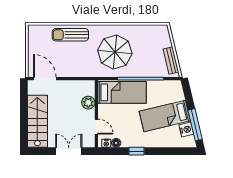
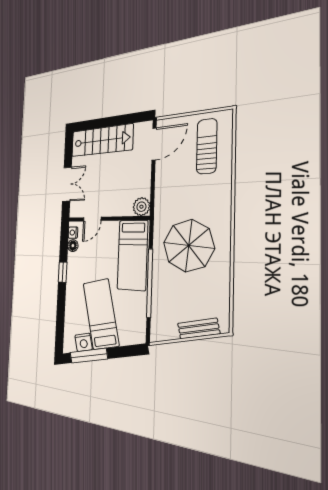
sun lounger: (70, 35) -> (207, 146), moved
bench: (171, 61) -> (198, 329), moved
plant: (88, 103) -> (141, 207), moved

